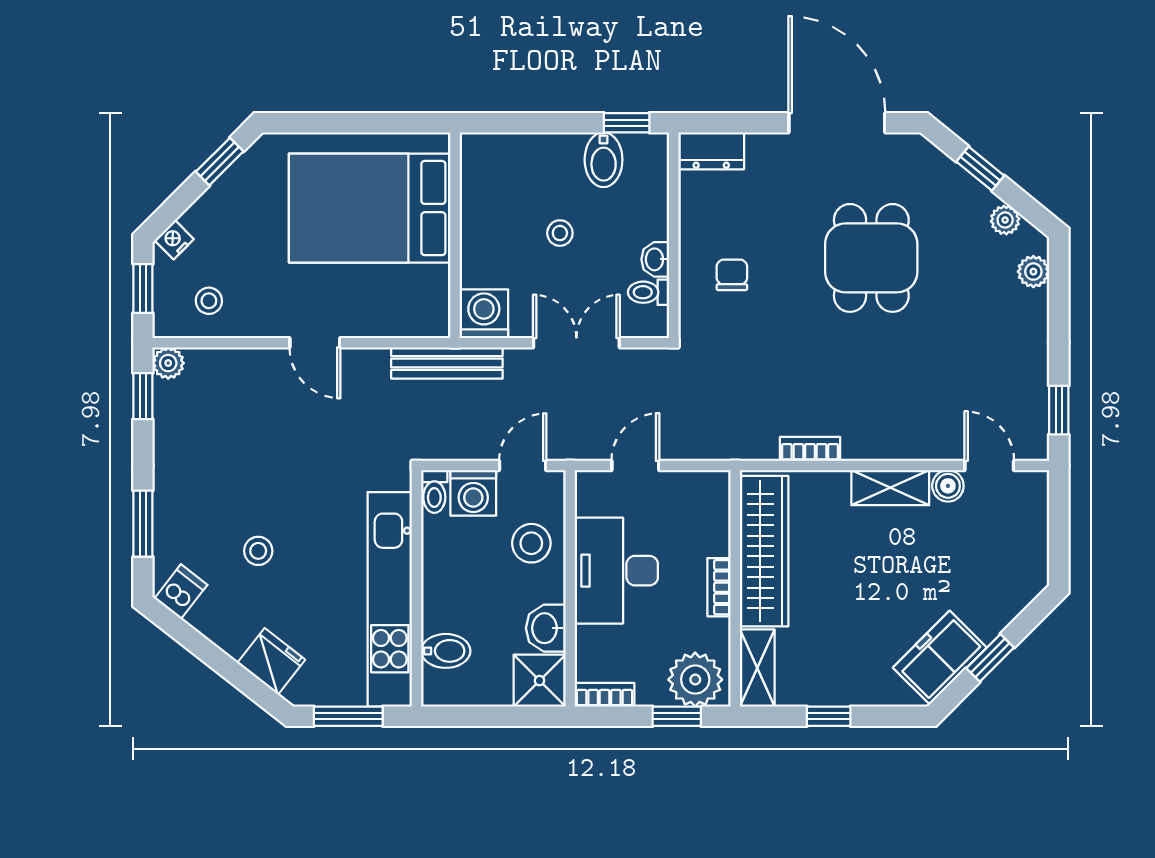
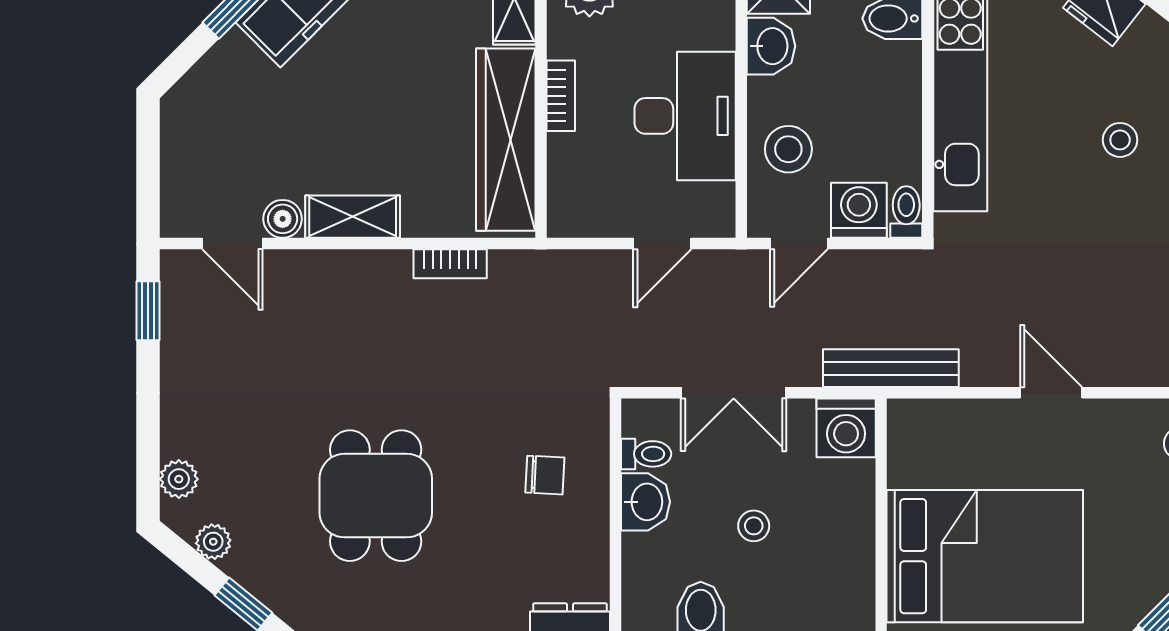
washbasin: (655, 259) -> (645, 502), width x1.38, depth x1.45
chair: (732, 275) -> (545, 475), turned -87

